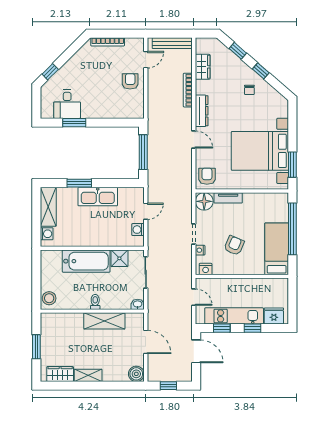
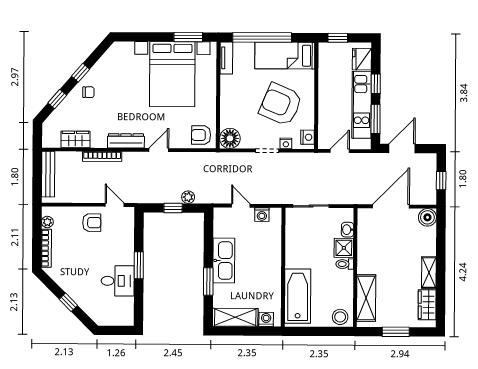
plant: (130, 43) -> (47, 222), added
door: (146, 60) -> (115, 205), moved
window: (50, 72) -> (68, 302), moved
armchair: (130, 81) -> (92, 223), turned 180
chair: (249, 90) -> (88, 92), moved
desk: (67, 104) -> (118, 281), moved
window: (74, 123) -> (139, 265), moved
window: (143, 152) -> (173, 208), width x0.46
plant: (153, 165) -> (188, 197), added
tv unit: (228, 198) -> (226, 58), moved
armchair: (234, 245) -> (281, 104), width x1.88, depth x1.88
shower: (119, 258) -> (344, 248), moved
bathtub: (86, 261) -> (298, 296), moved
window: (292, 295) -> (338, 38), added
washbasin: (138, 304) -> (348, 230), moved
shelving: (104, 321) -> (366, 298), moved
window: (222, 328) -> (376, 119), width x1.50
door: (146, 342) -> (391, 206), width x1.36

